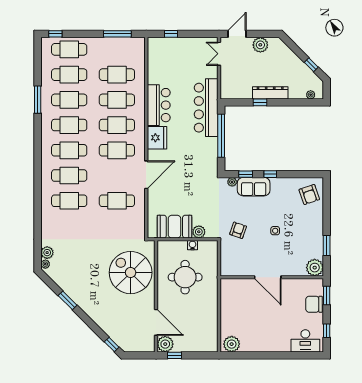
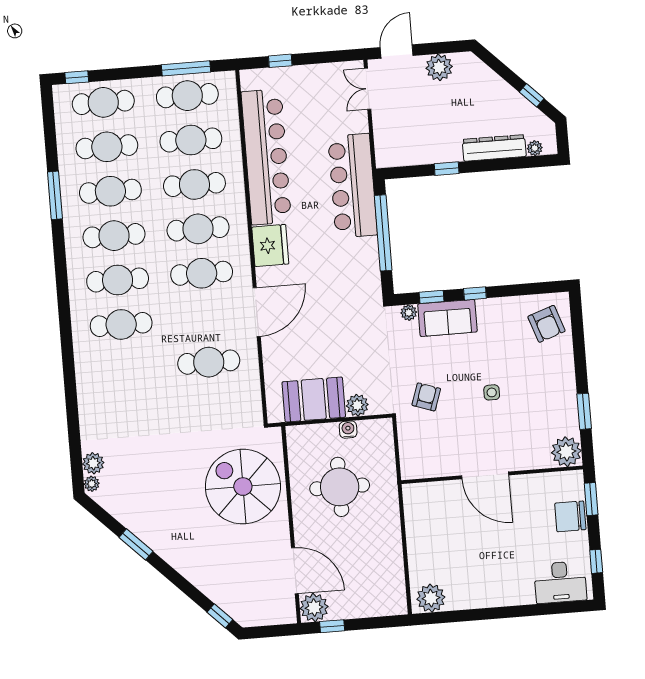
dresser: (270, 93) -> (494, 148), moved
bar counter: (159, 105) -> (266, 157), width x1.86
cafe table: (69, 201) -> (187, 96), moved

